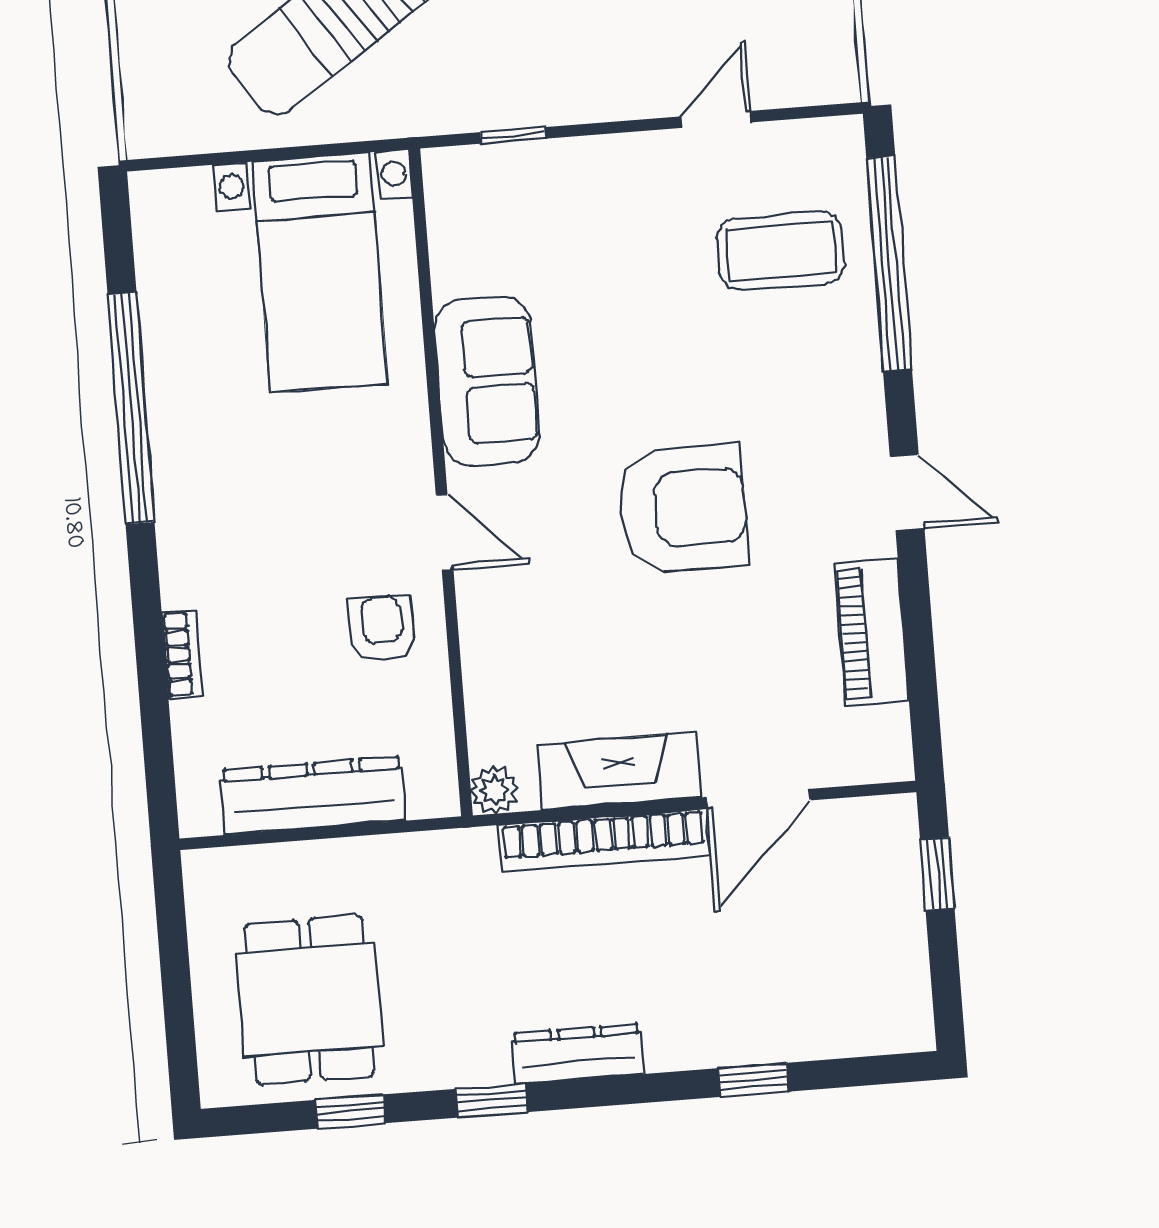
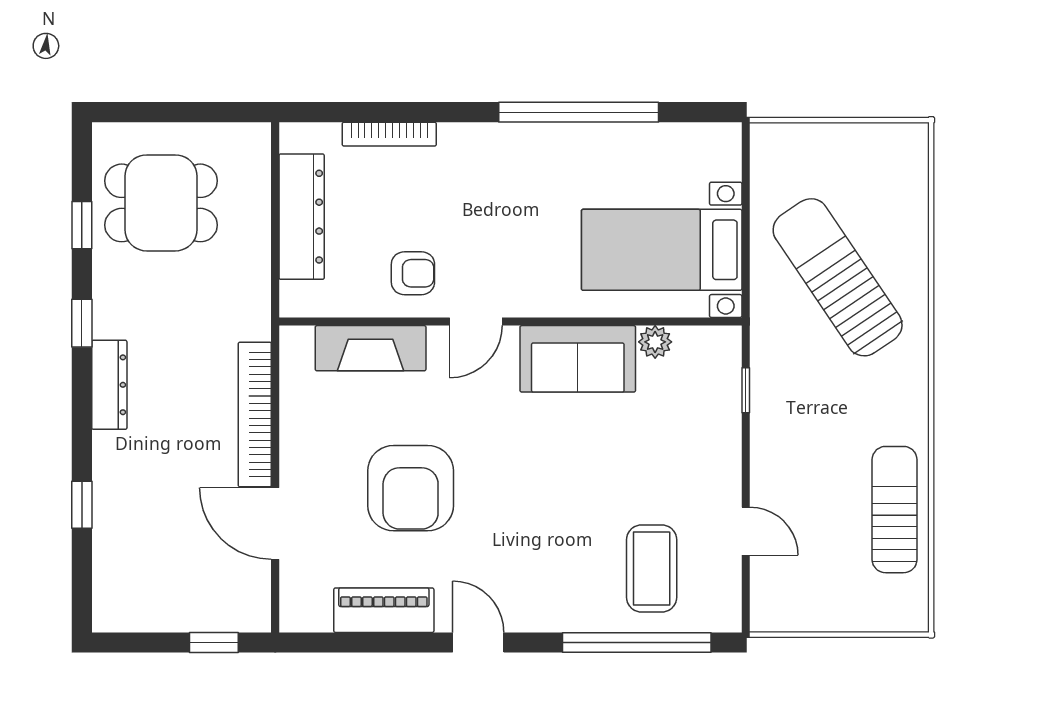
door: (907, 492) -> (478, 642), swing flipped
armchair: (683, 509) -> (411, 488), moved
bookcase: (182, 654) -> (389, 134), width x1.56
fireplace: (619, 771) -> (371, 348), moved, turned 90
plant: (495, 790) -> (655, 342), moved

